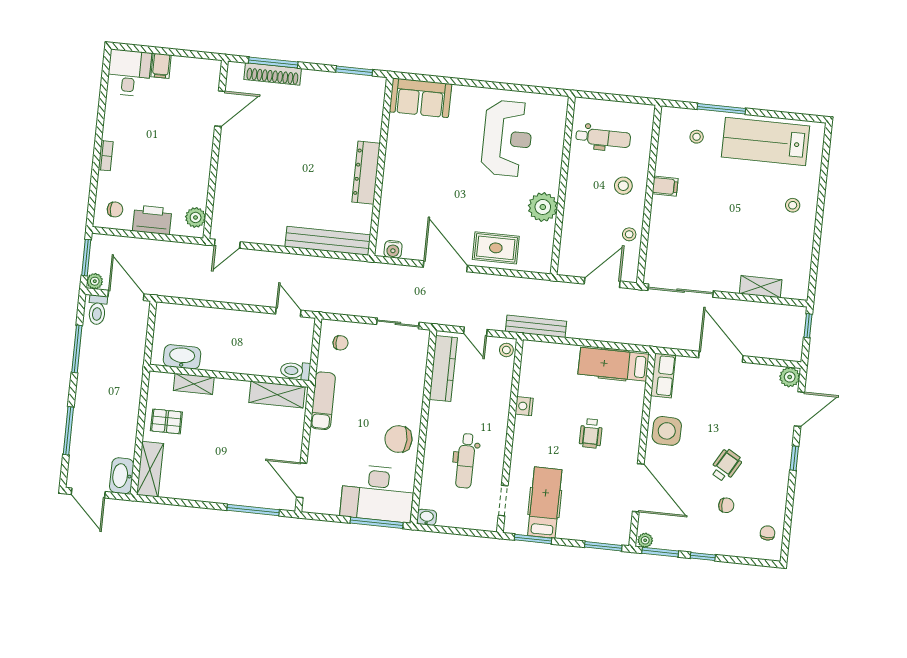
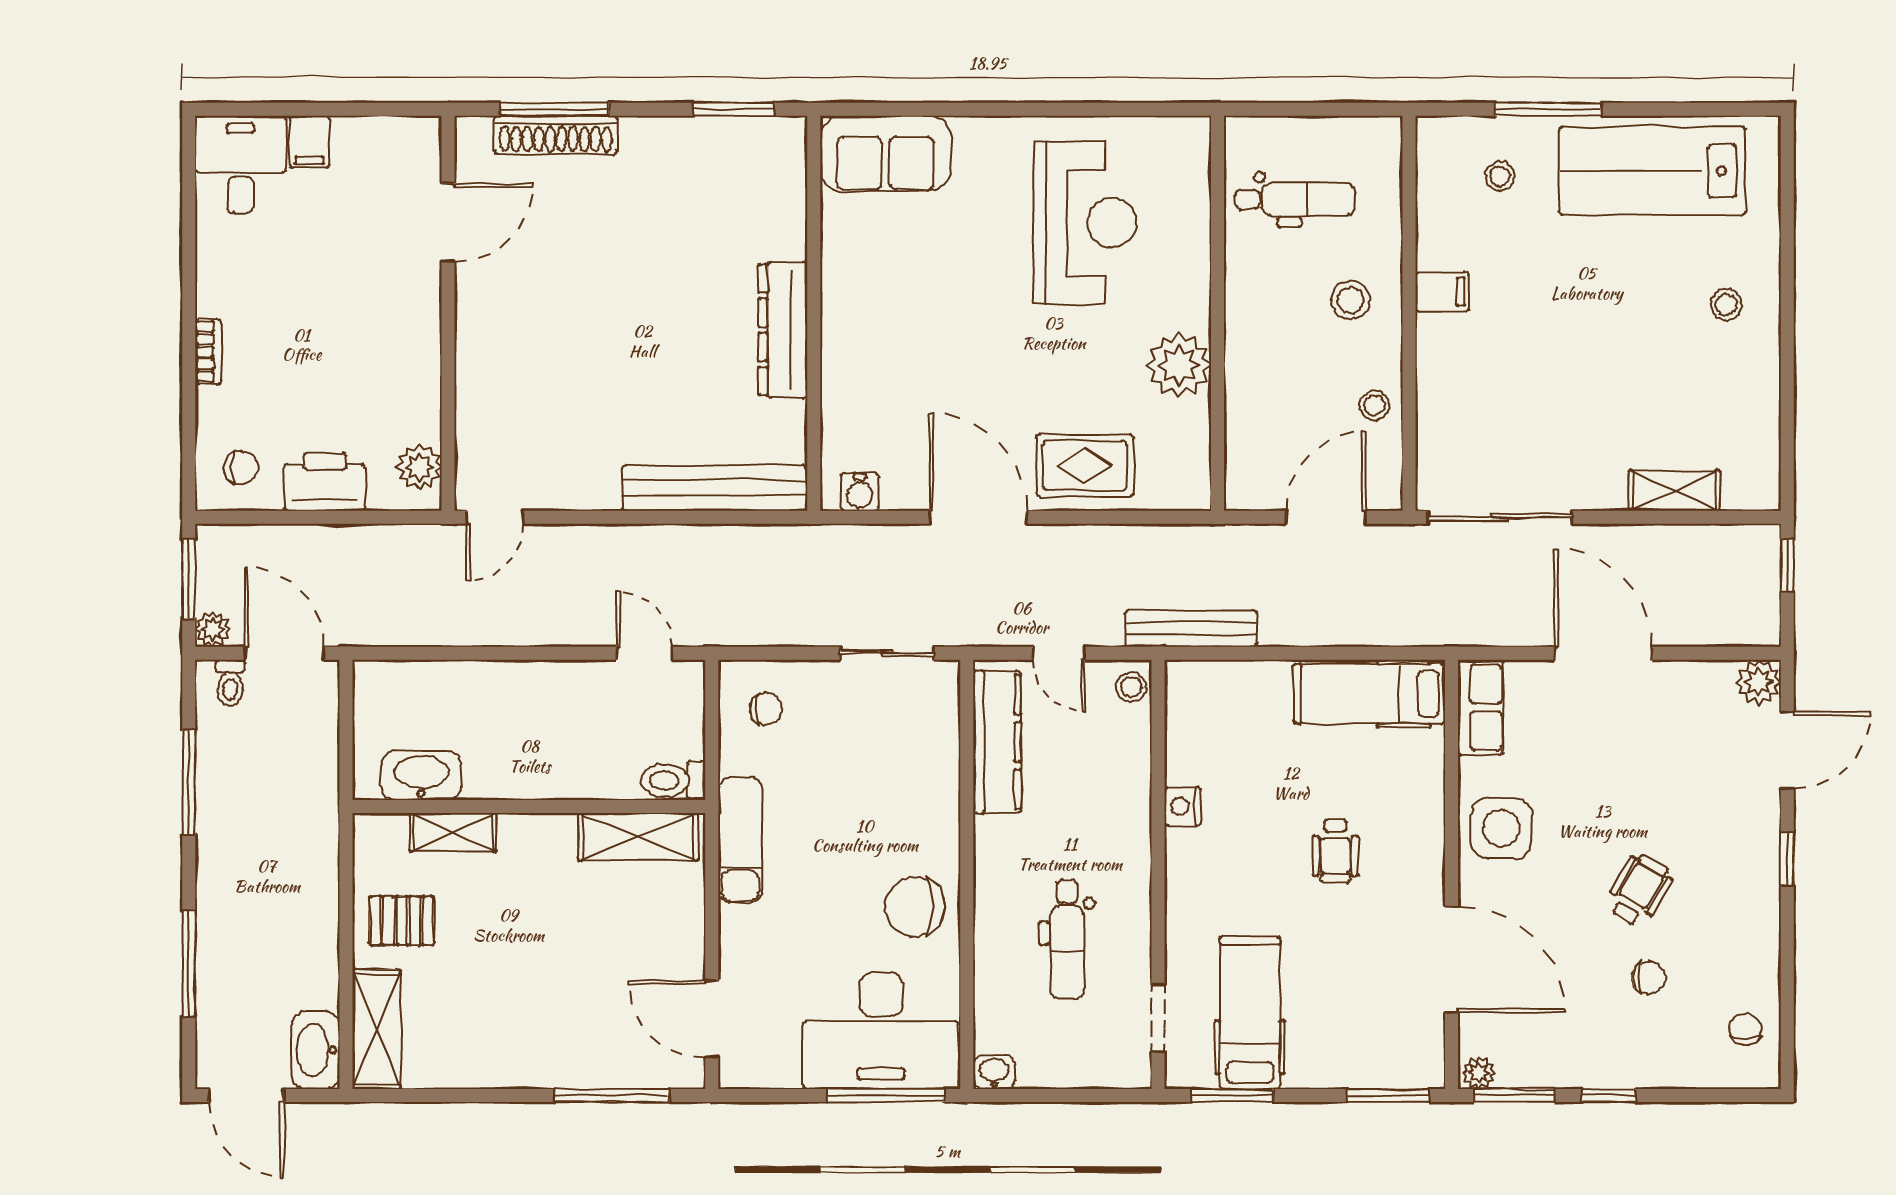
toilet: (97, 310) -> (230, 683), width x0.73, depth x0.72

